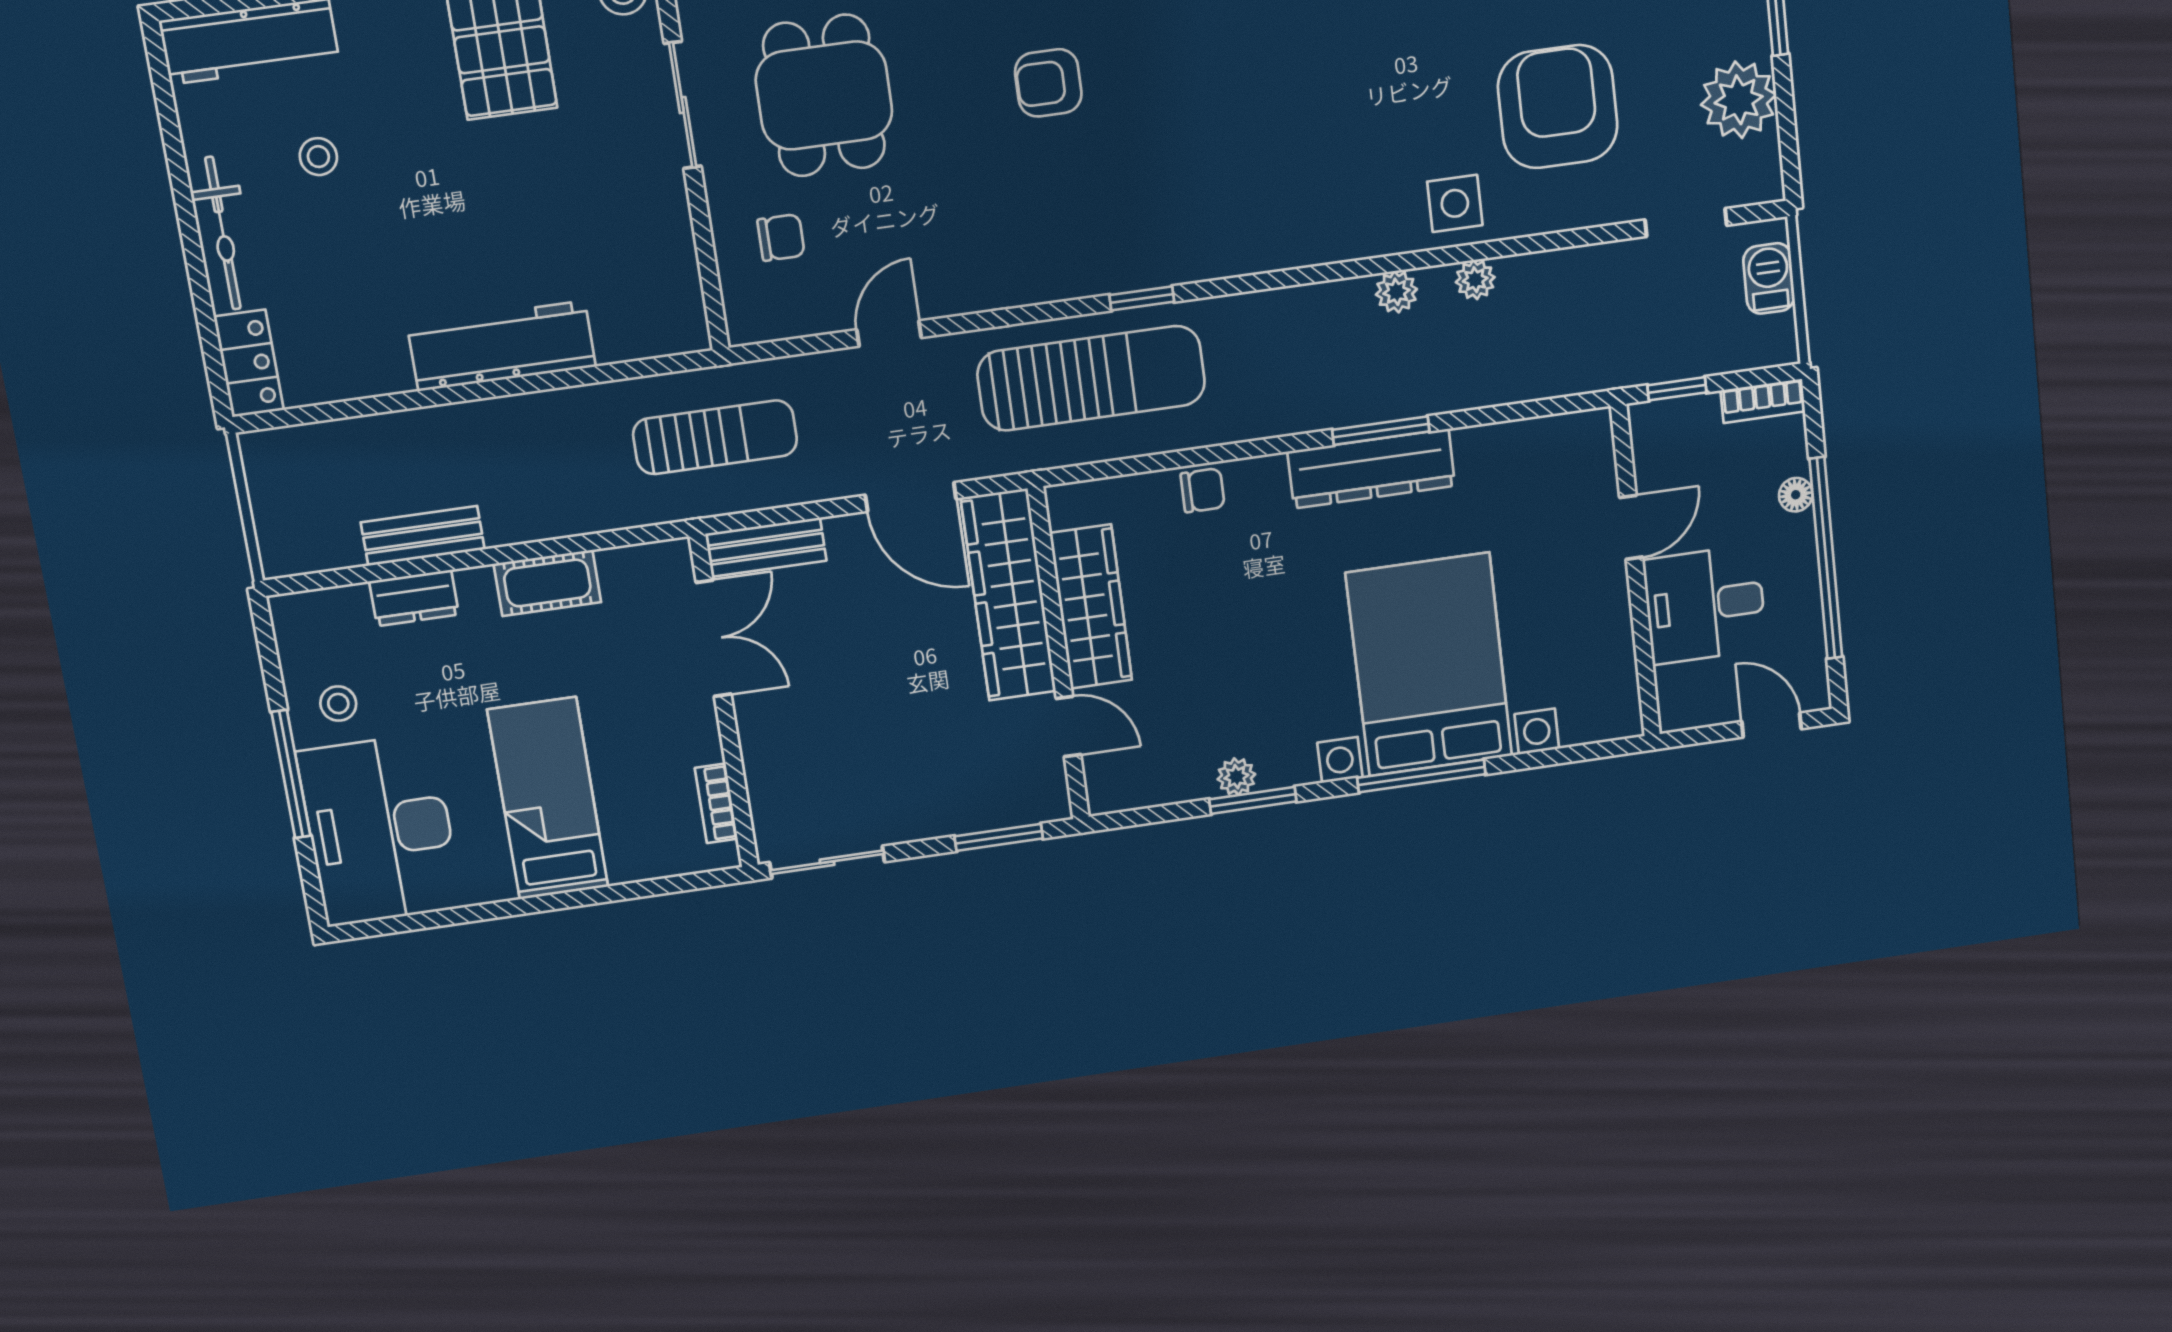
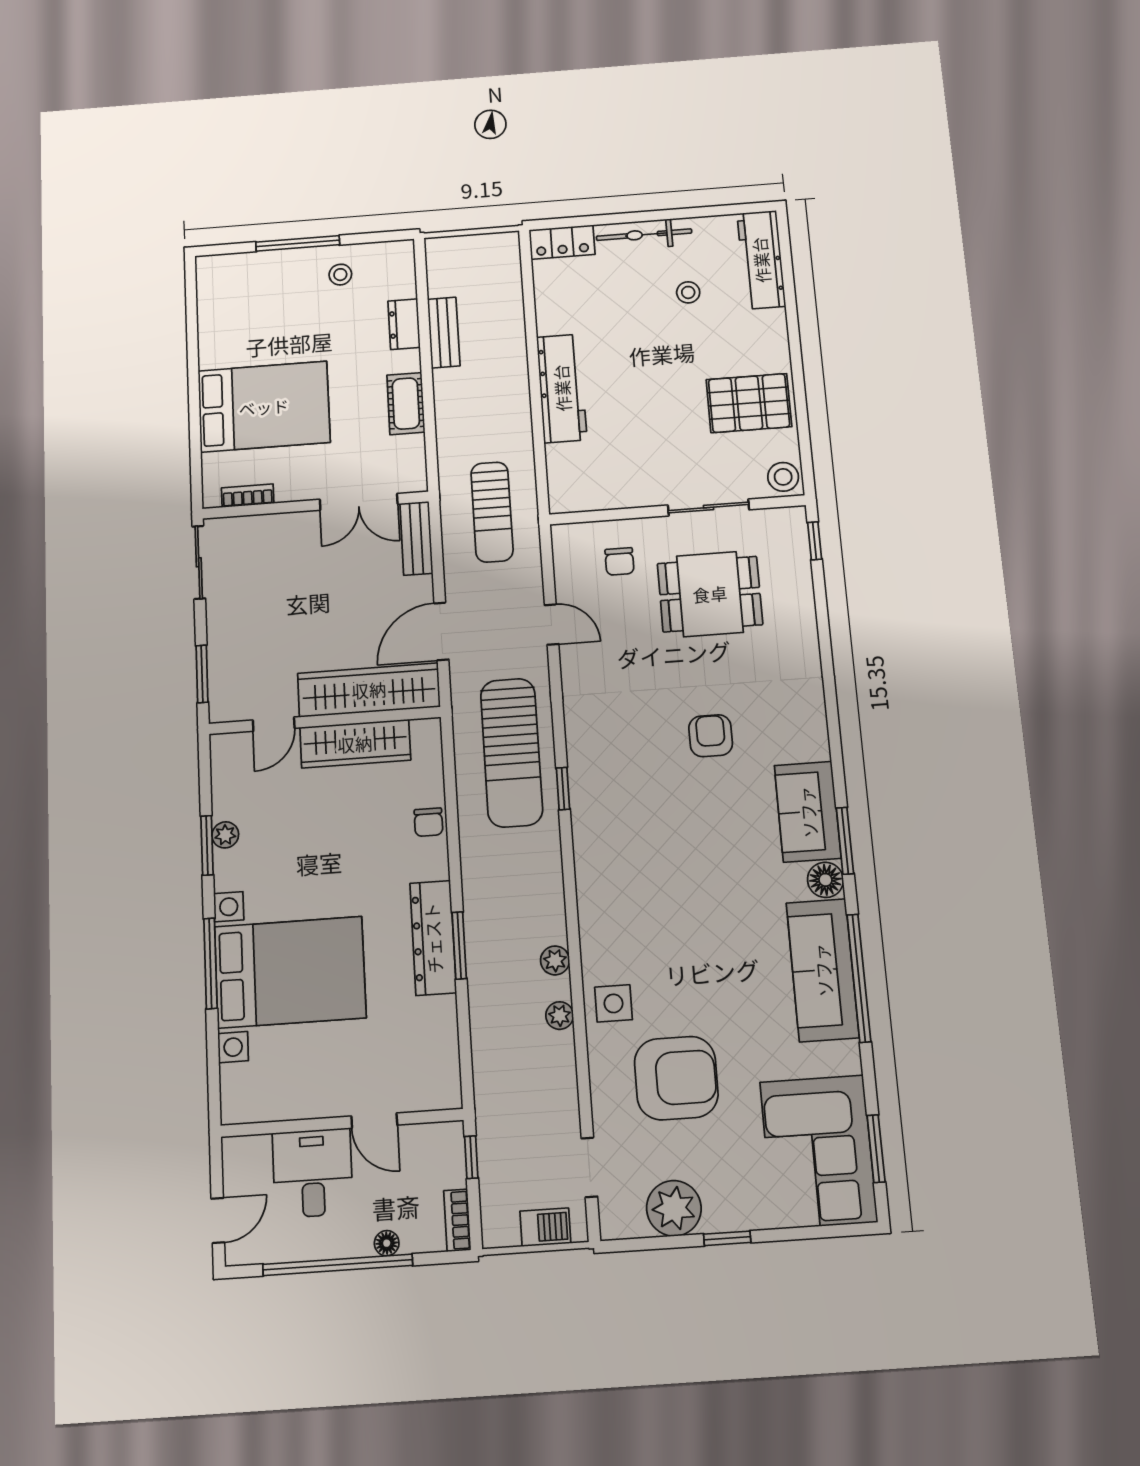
bed: (548, 799) -> (264, 407), width x1.50
desk: (380, 830) -> (255, 292), removed

